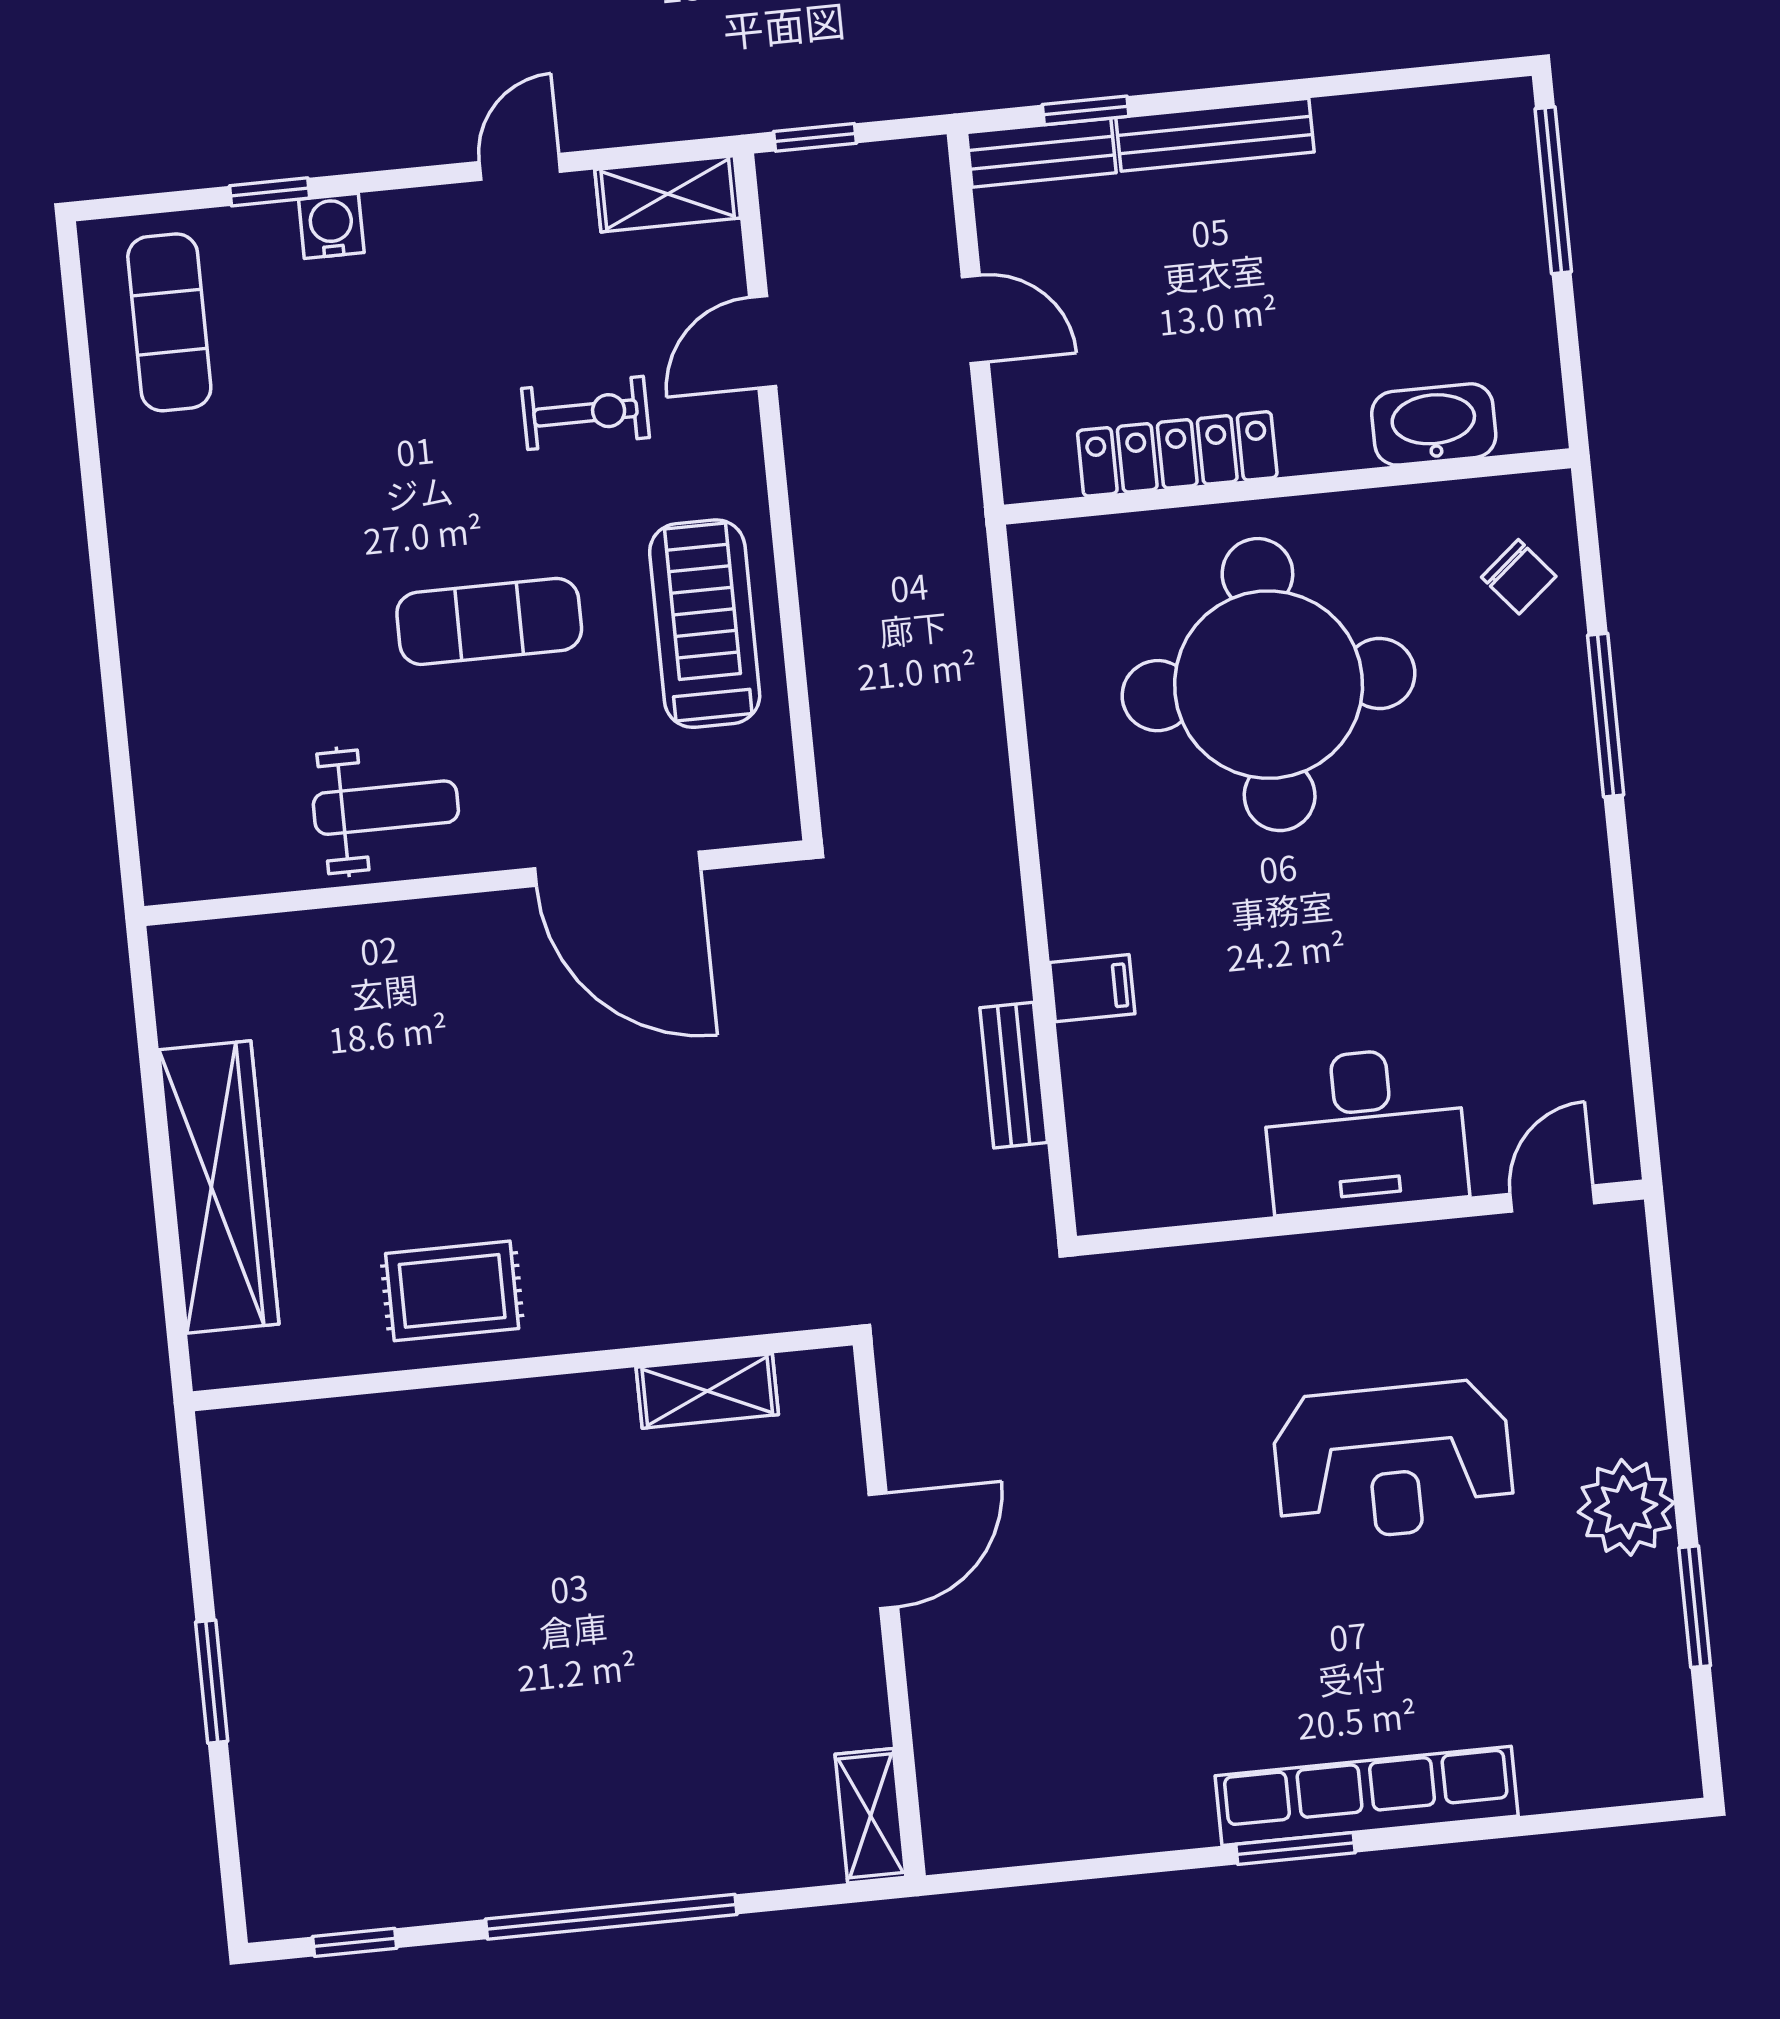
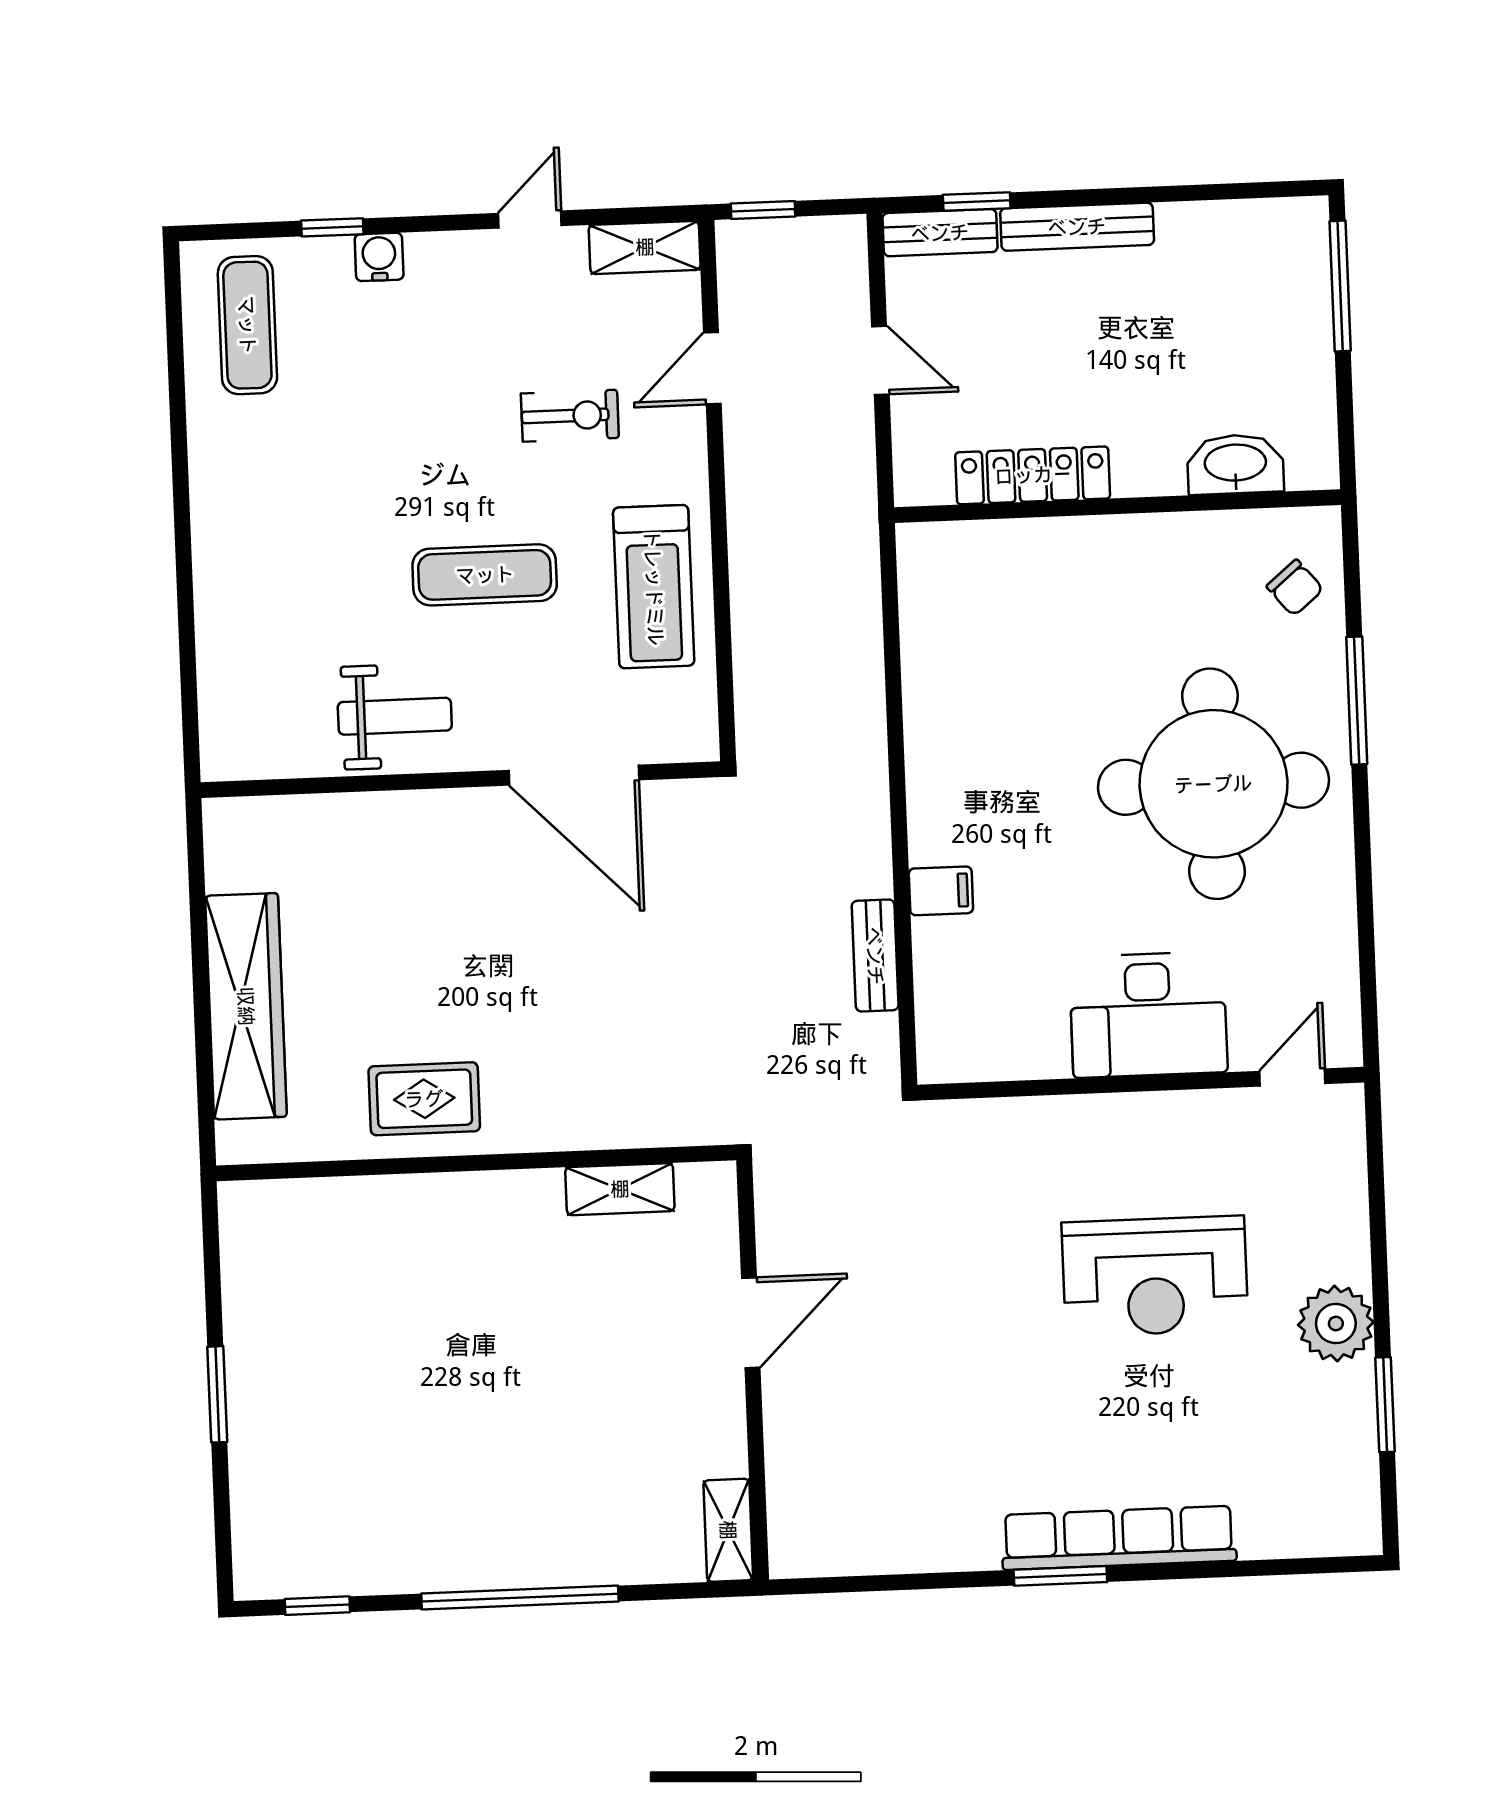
treadmill: (705, 624) -> (654, 587), turned 180
round table: (1269, 685) -> (1213, 784), moved

